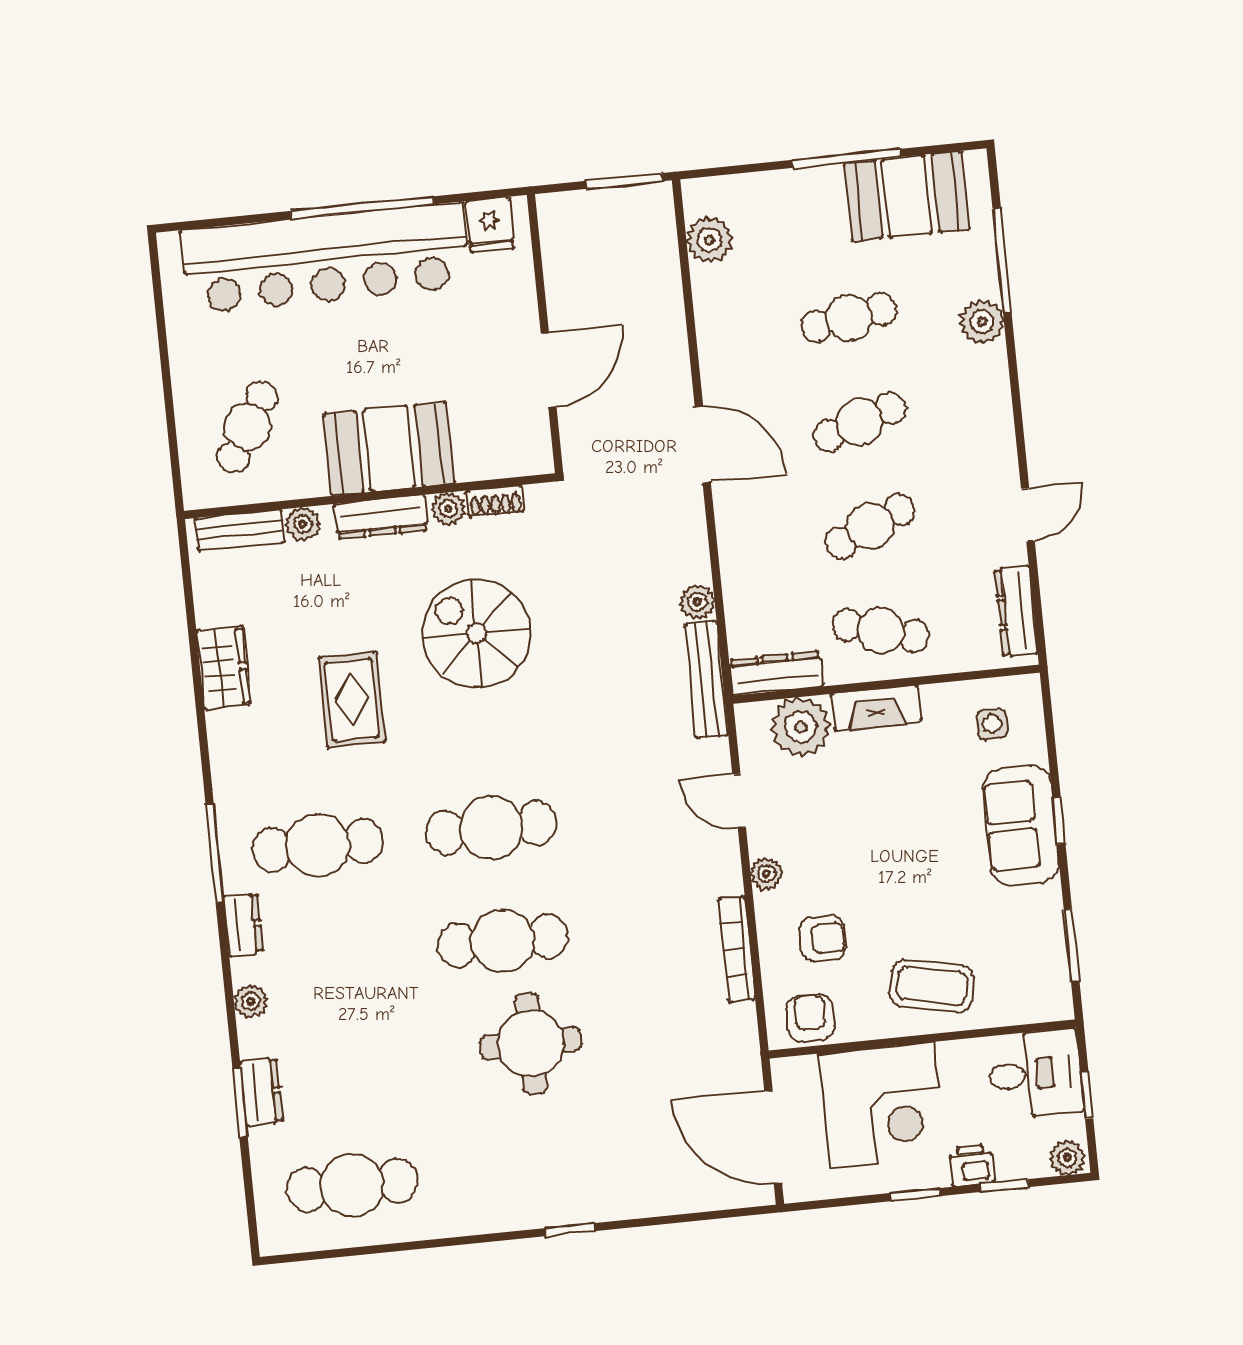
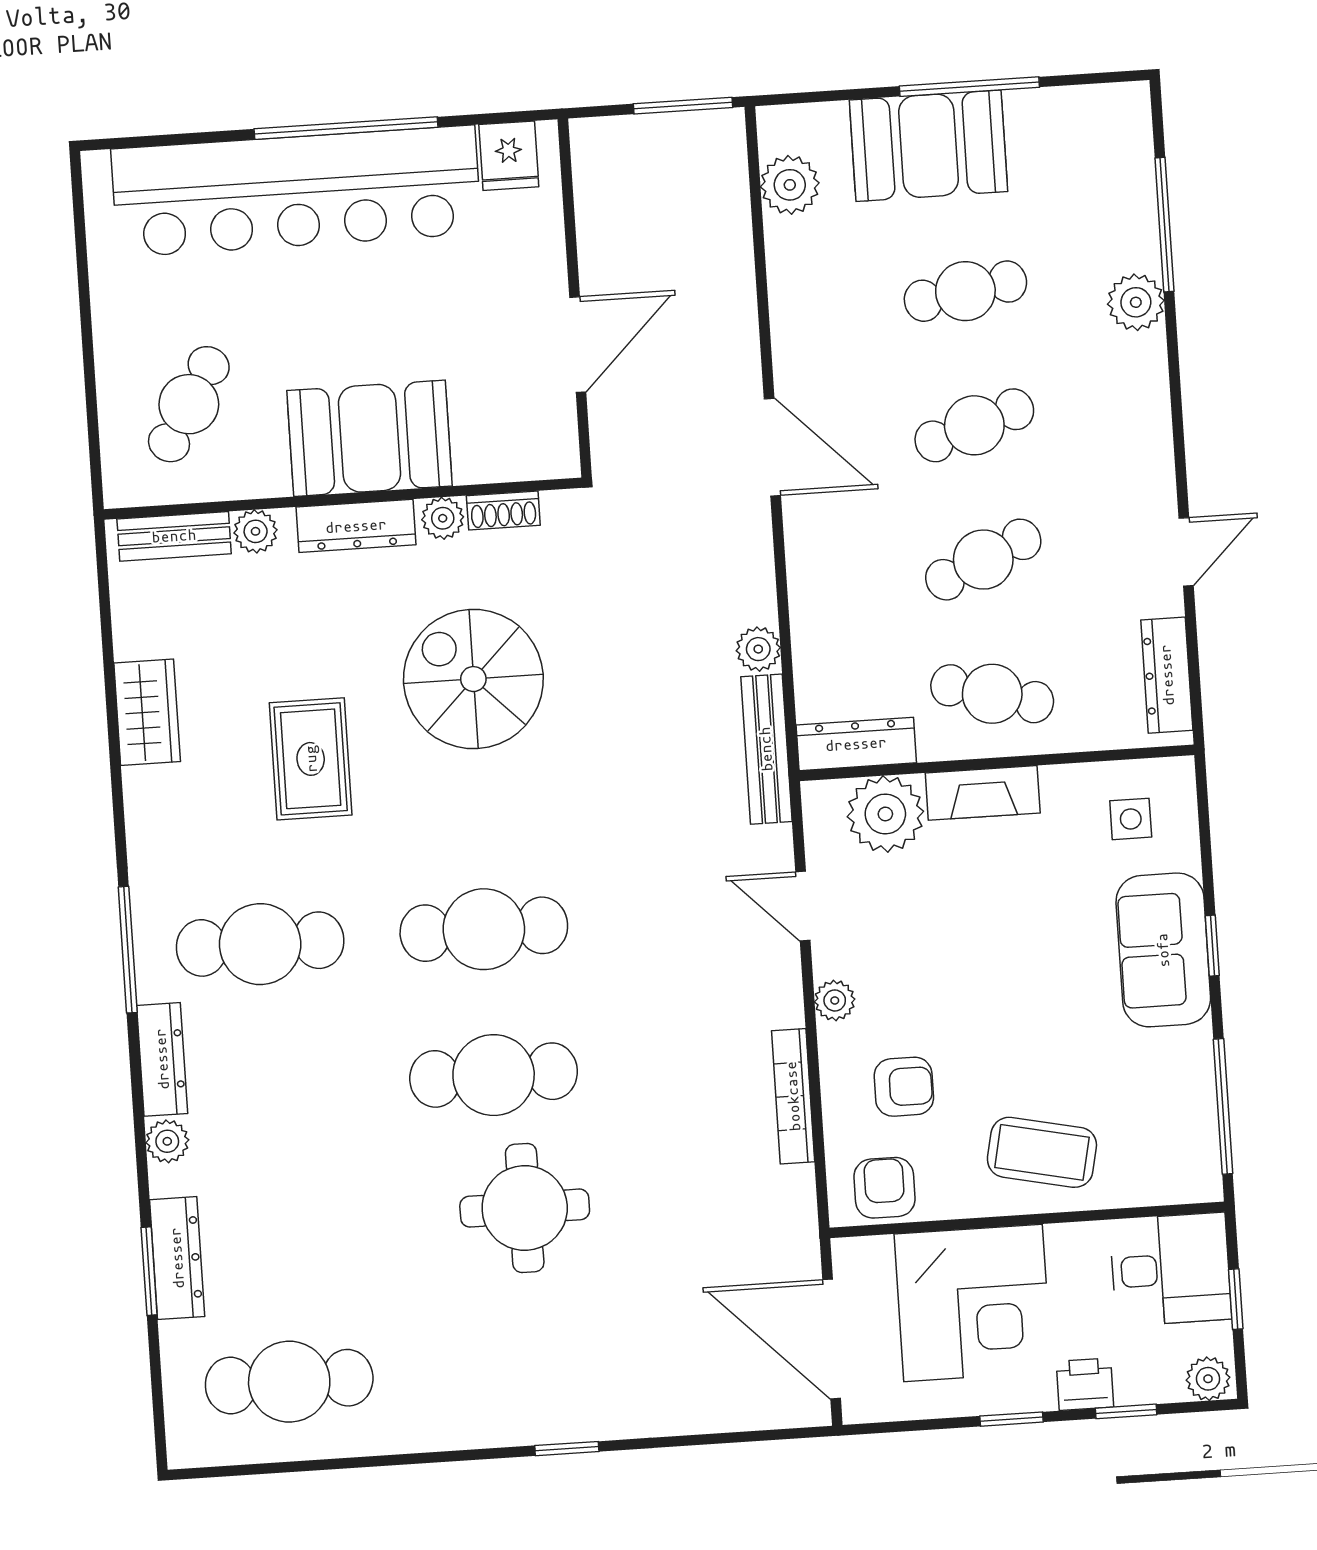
booth: (907, 196) -> (928, 146), moved
dresser: (243, 925) -> (162, 1059), width x1.44
window: (1072, 945) -> (1223, 1106), width x1.44
dresser: (261, 1092) -> (177, 1258), width x1.44

